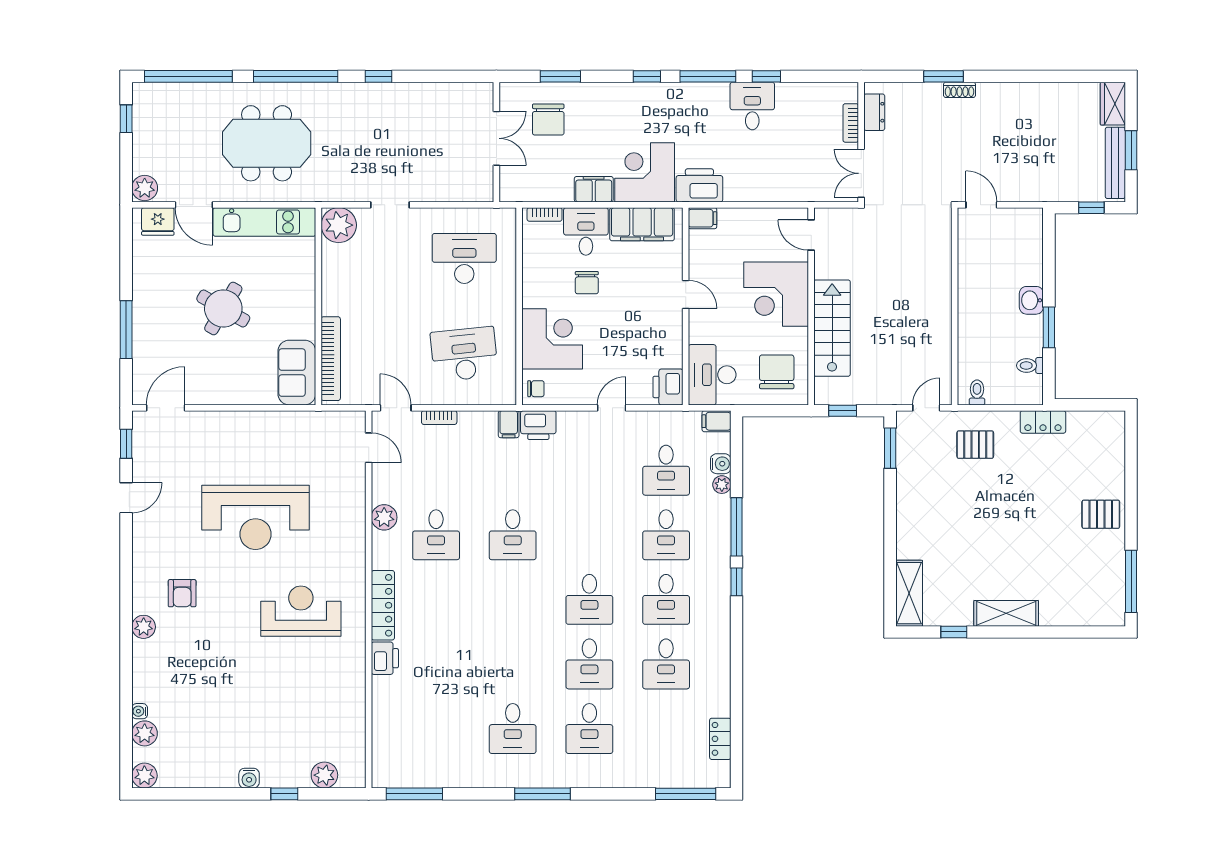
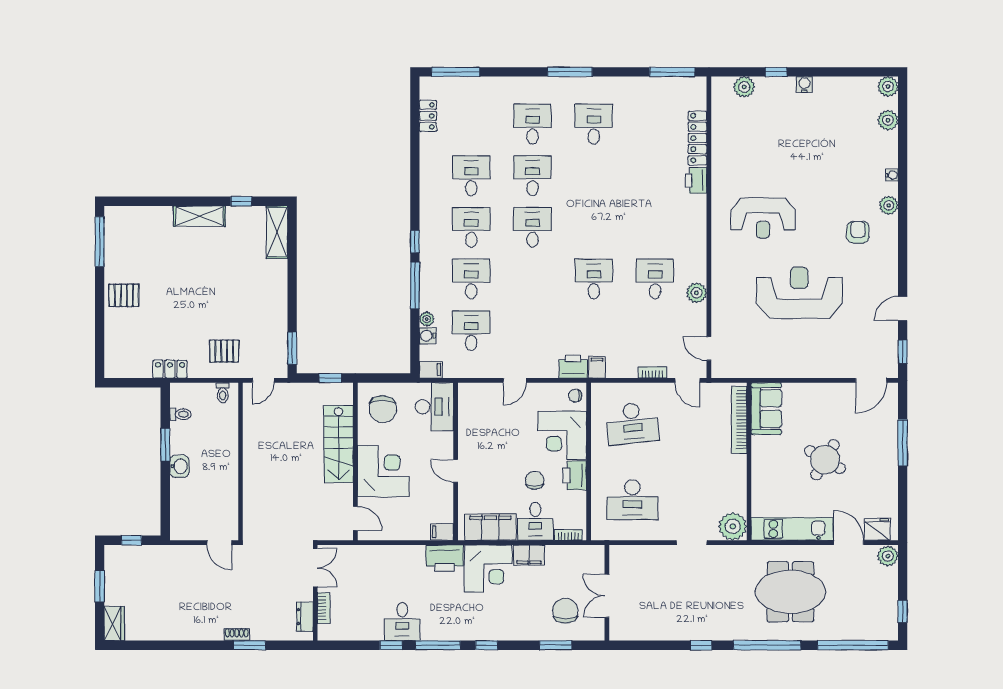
bench: (1115, 163) -> (112, 576), removed
printer: (668, 387) -> (575, 476), moved, turned 180
locker: (383, 605) -> (698, 138), moved
water cooler: (140, 711) -> (892, 175), moved

